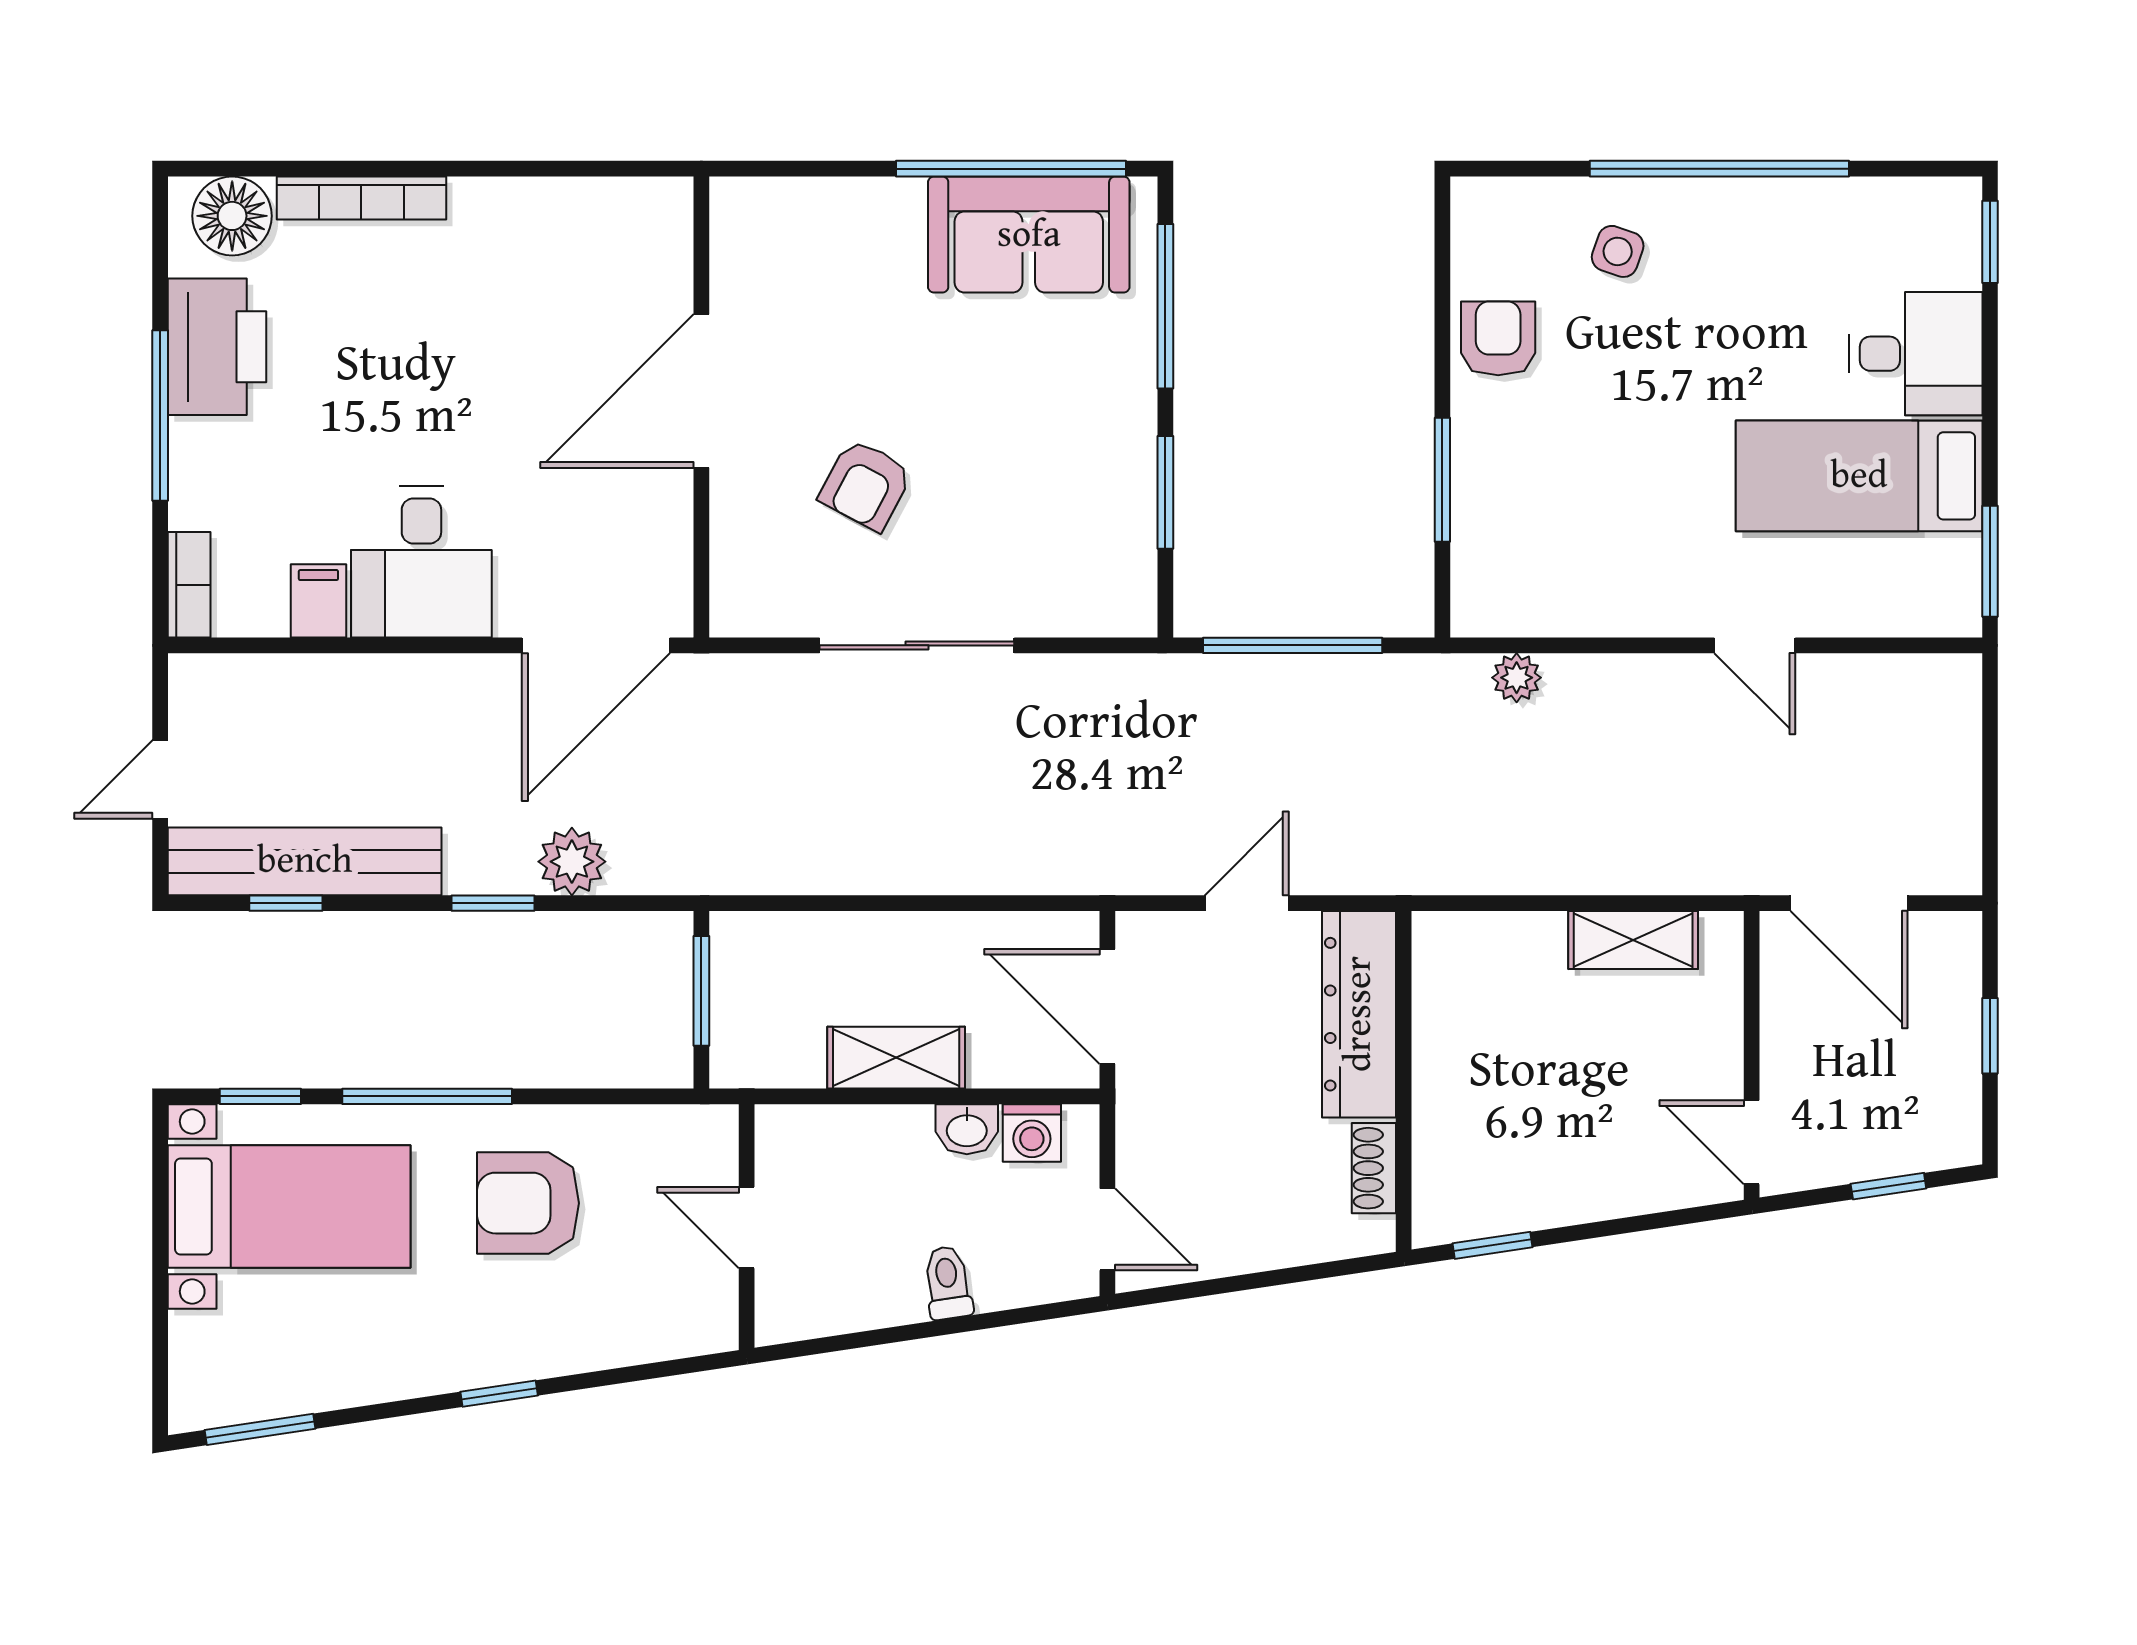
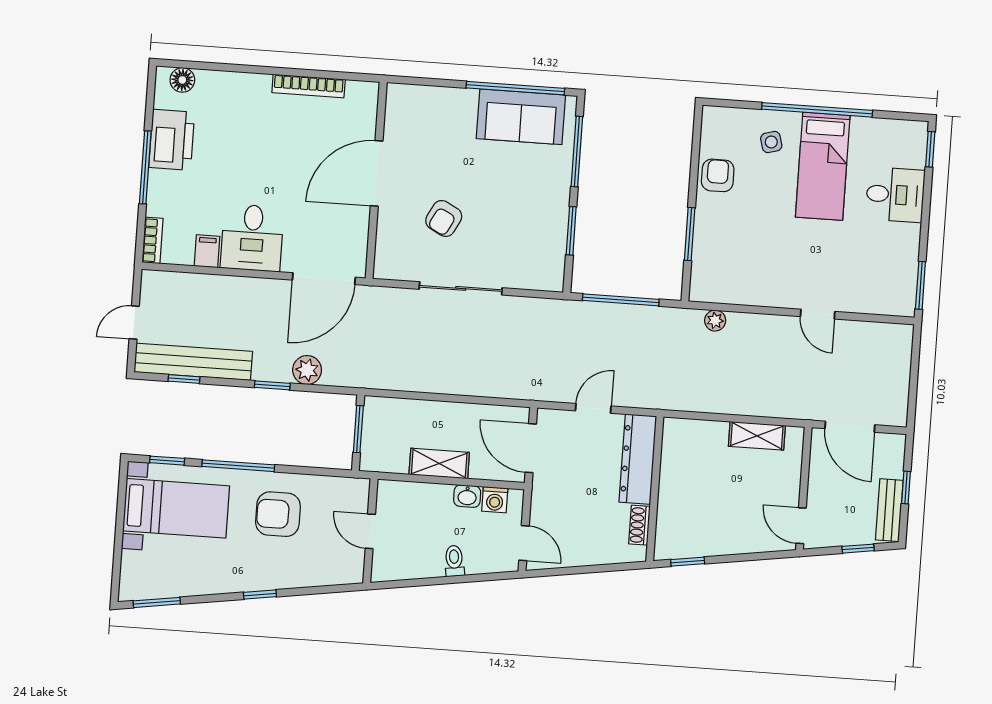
bookcase: (361, 198) -> (309, 86), moved
floor lamp: (232, 216) -> (182, 80), width x0.73, depth x0.73
side table: (1618, 251) -> (771, 142), turned -34
bed: (1859, 476) -> (823, 166), moved, turned -90
bench: (1955, 1091) -> (889, 510), added

